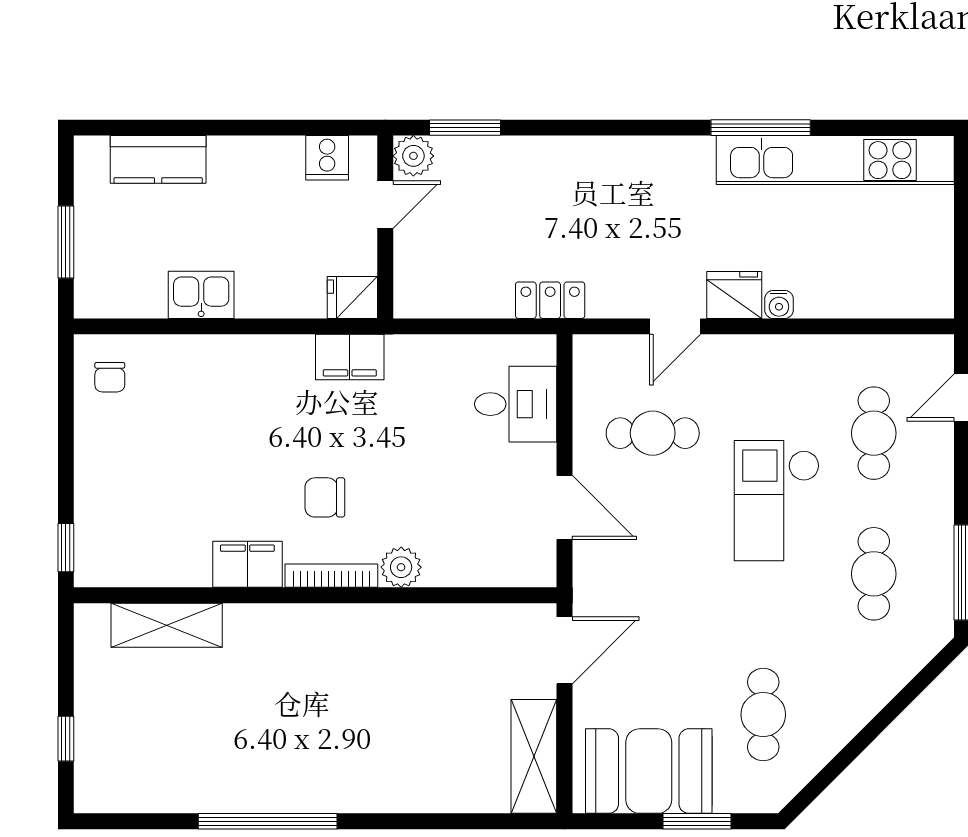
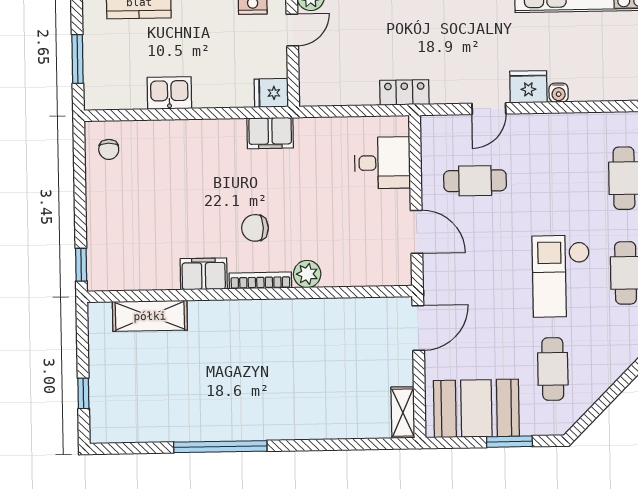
checkout: (777, 501) -> (561, 276), moved
shelving: (534, 756) -> (403, 413), width x0.67, depth x0.75

